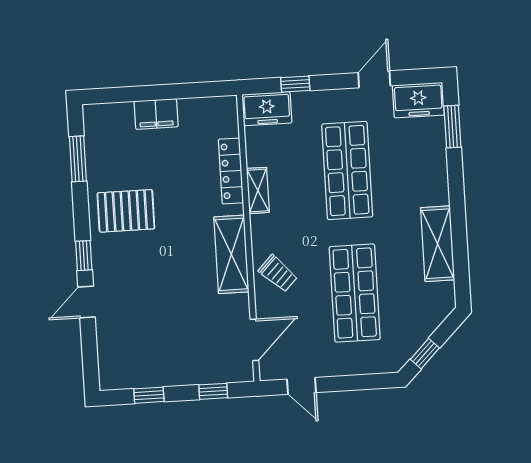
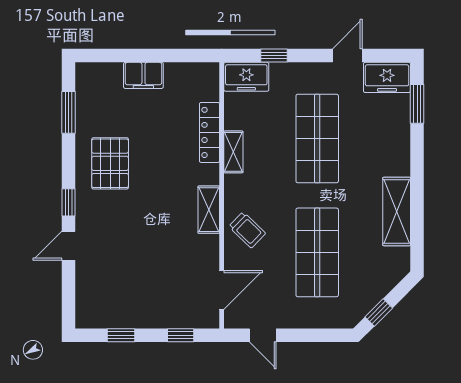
pallet: (126, 211) -> (110, 163), turned 90
shelving: (231, 254) -> (209, 210), width x0.67, depth x0.75

